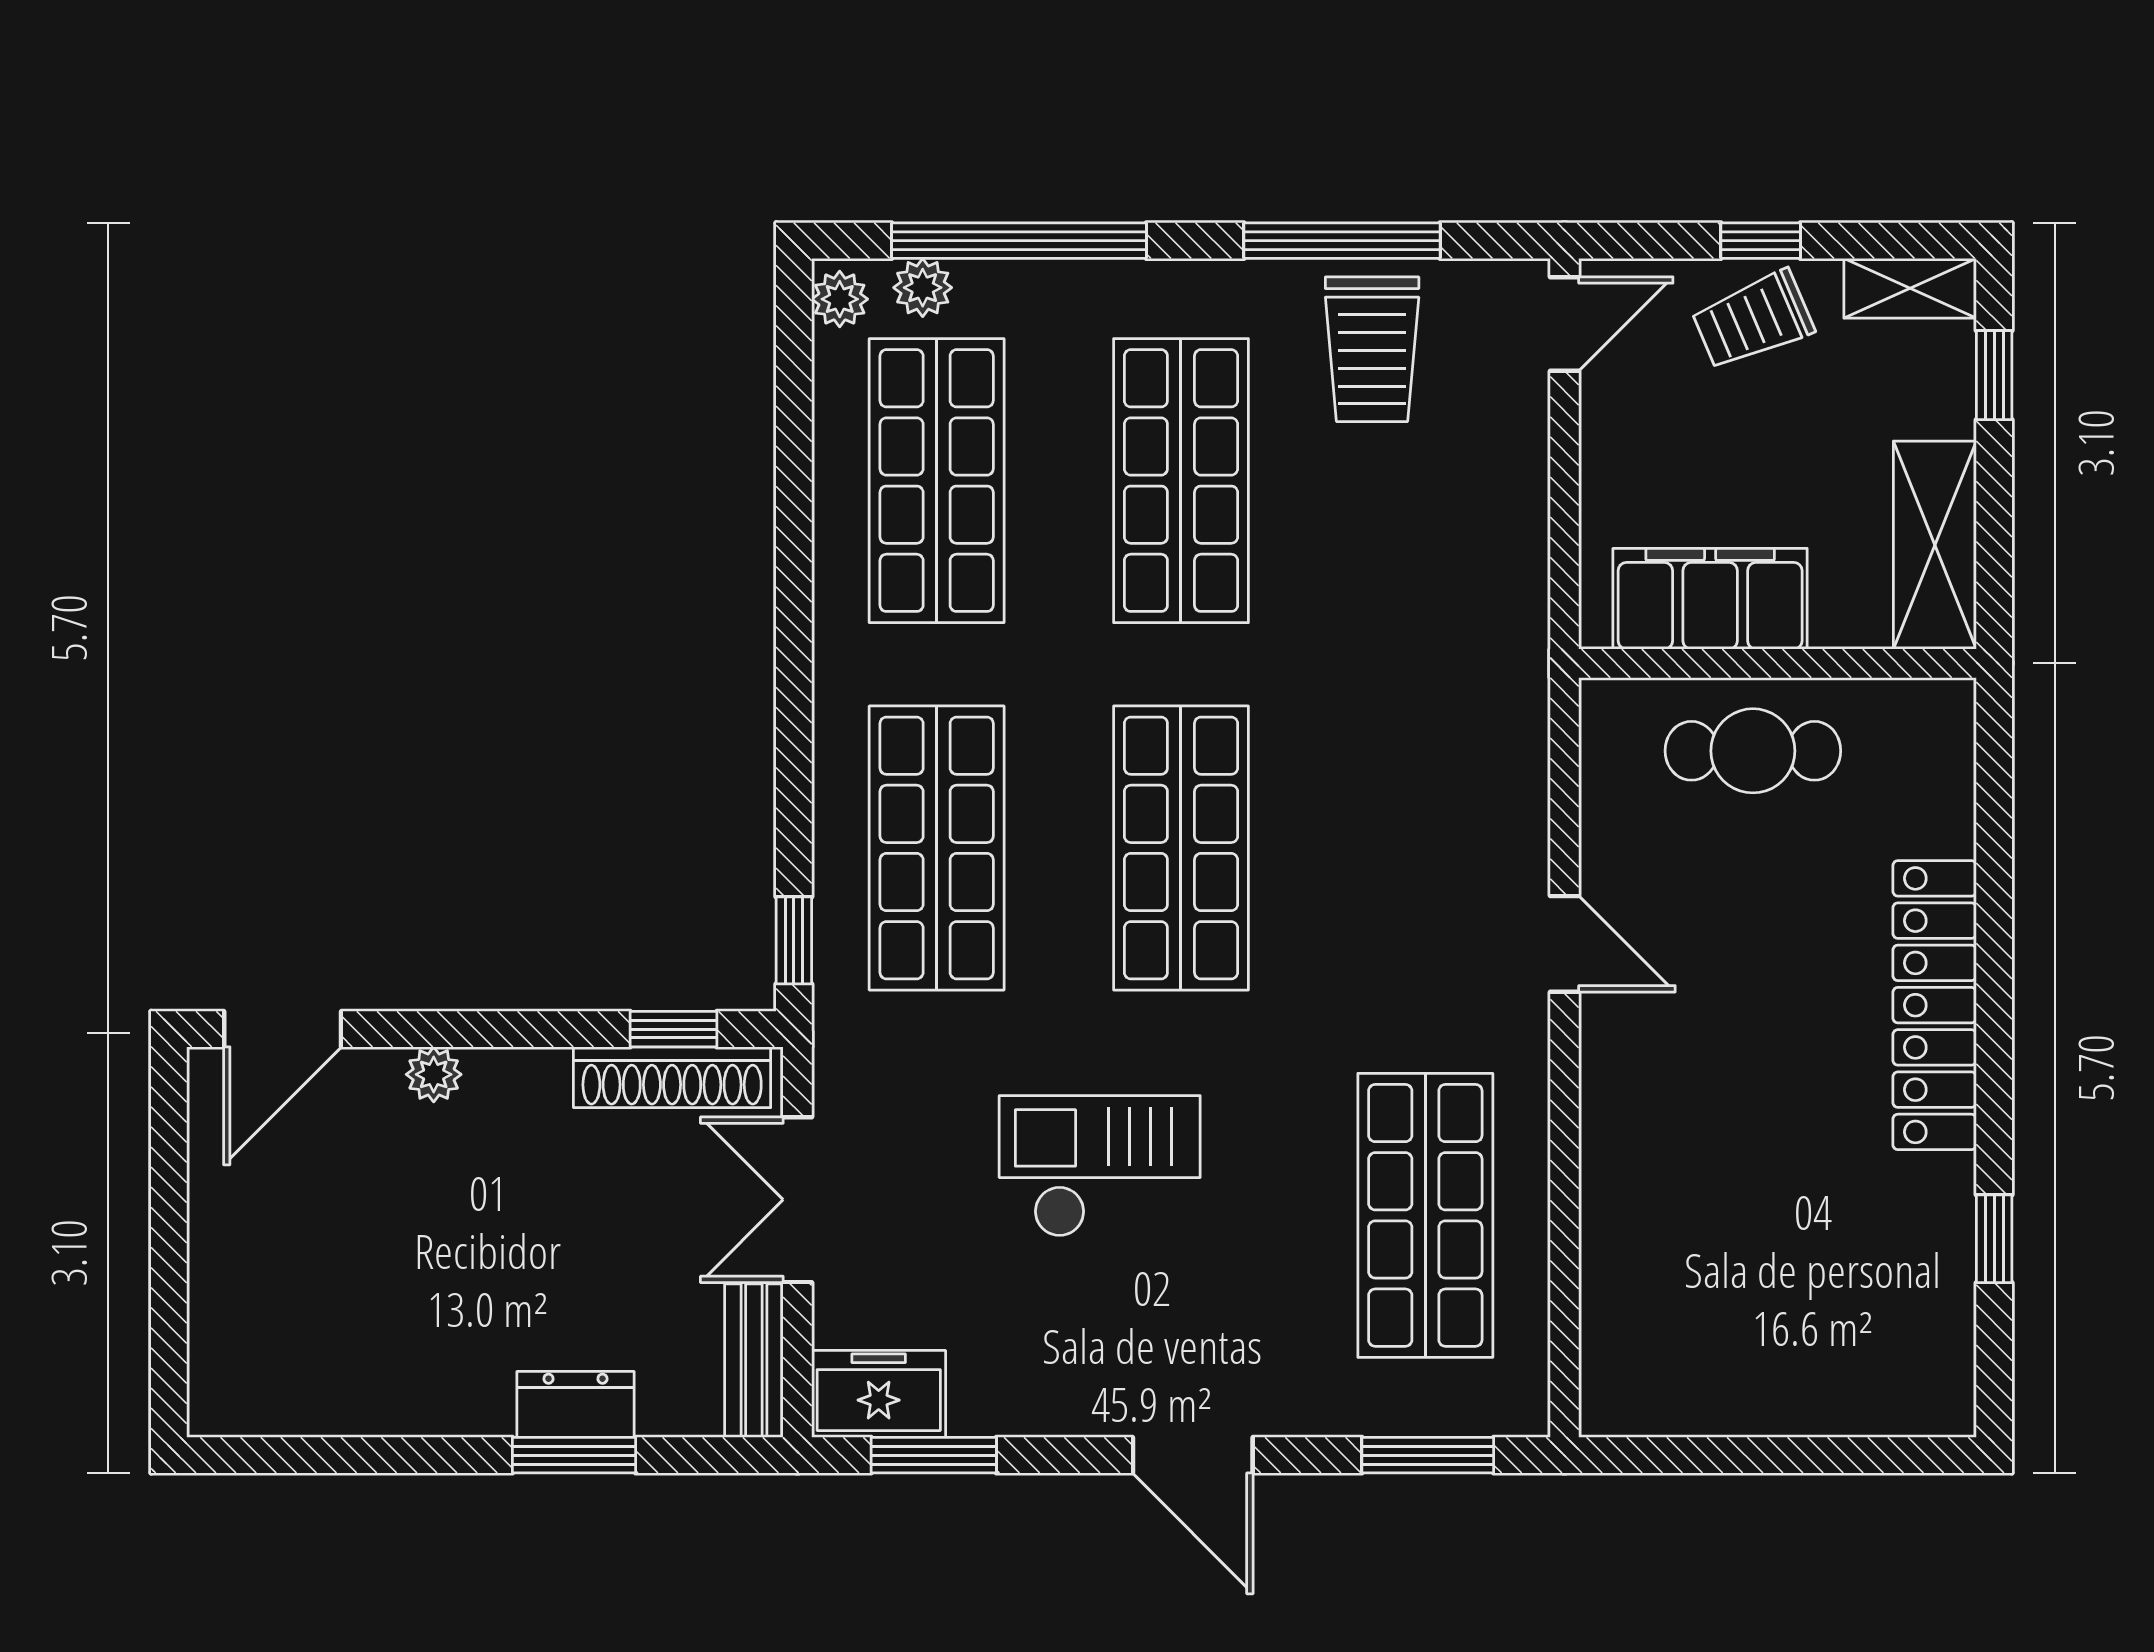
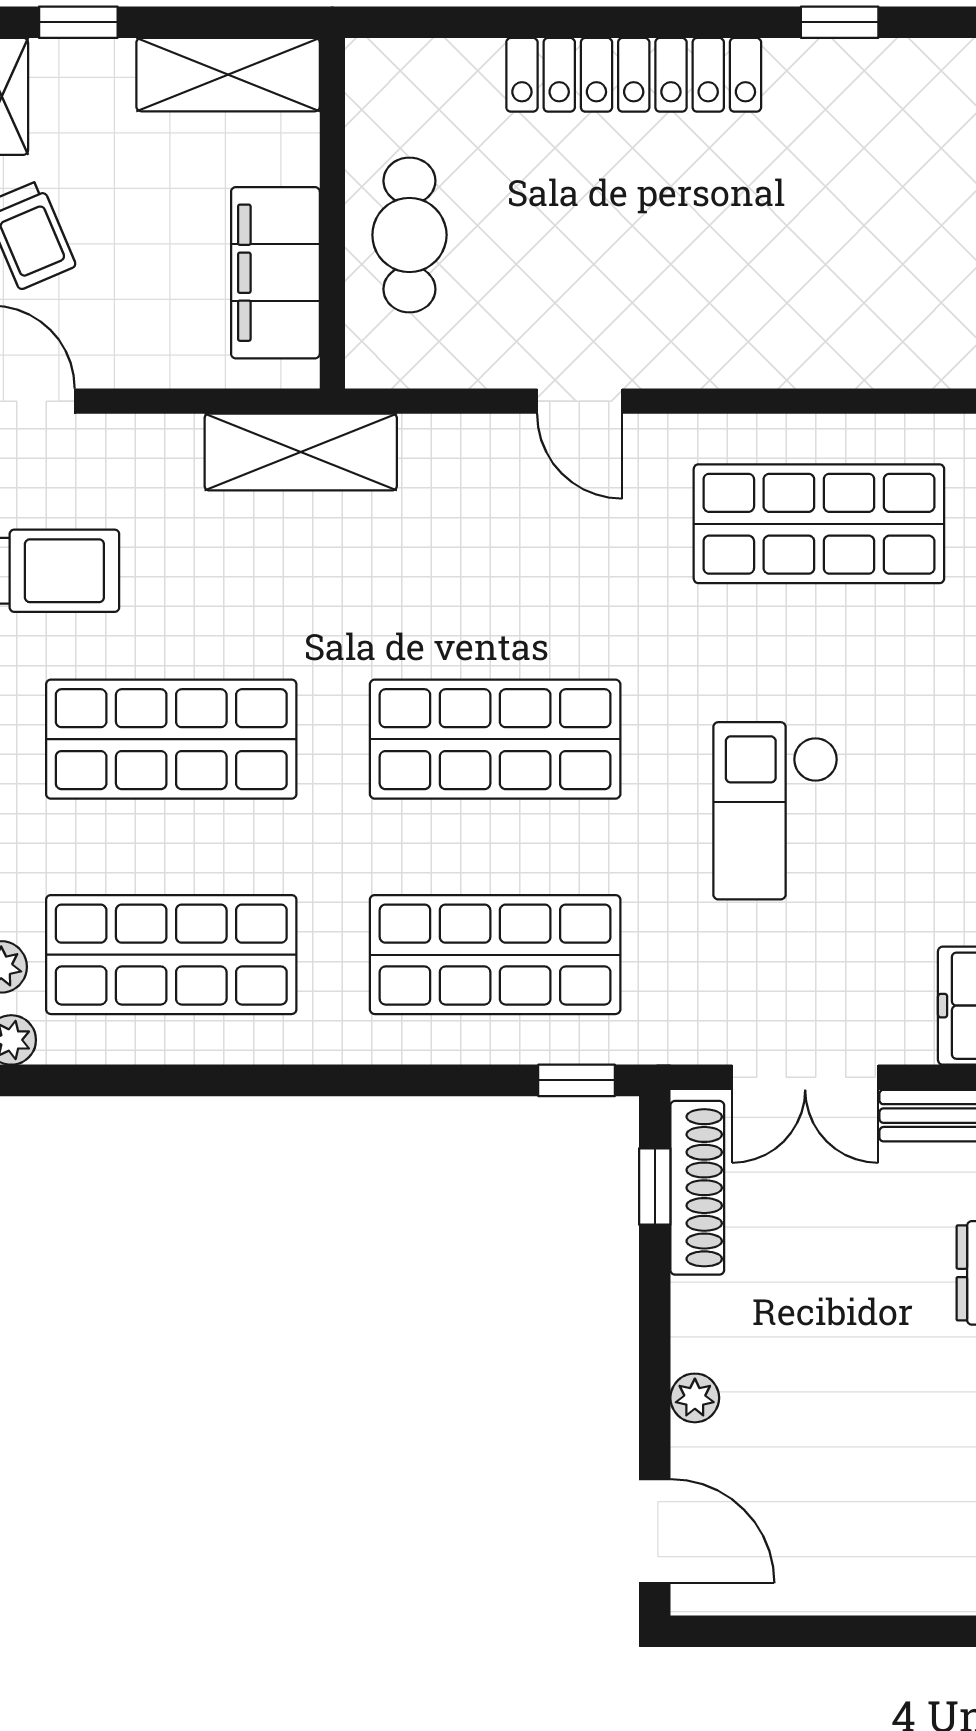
shelving: (1507, 627) -> (301, 452), added
door: (1565, 944) -> (580, 401), swing flipped

